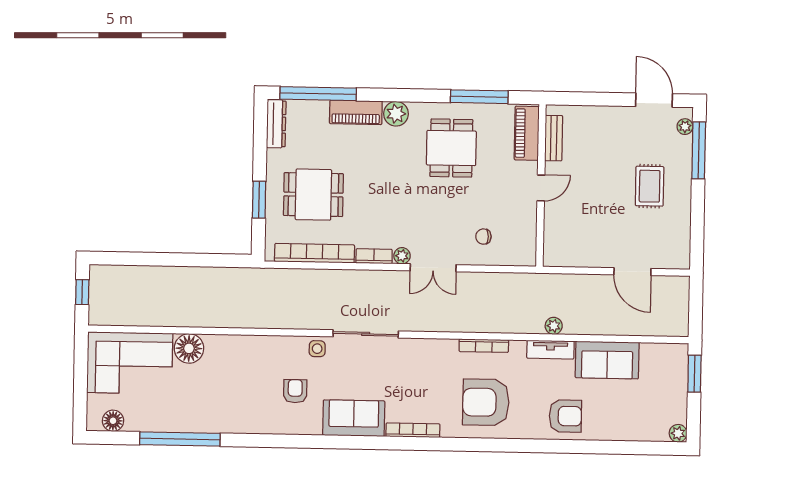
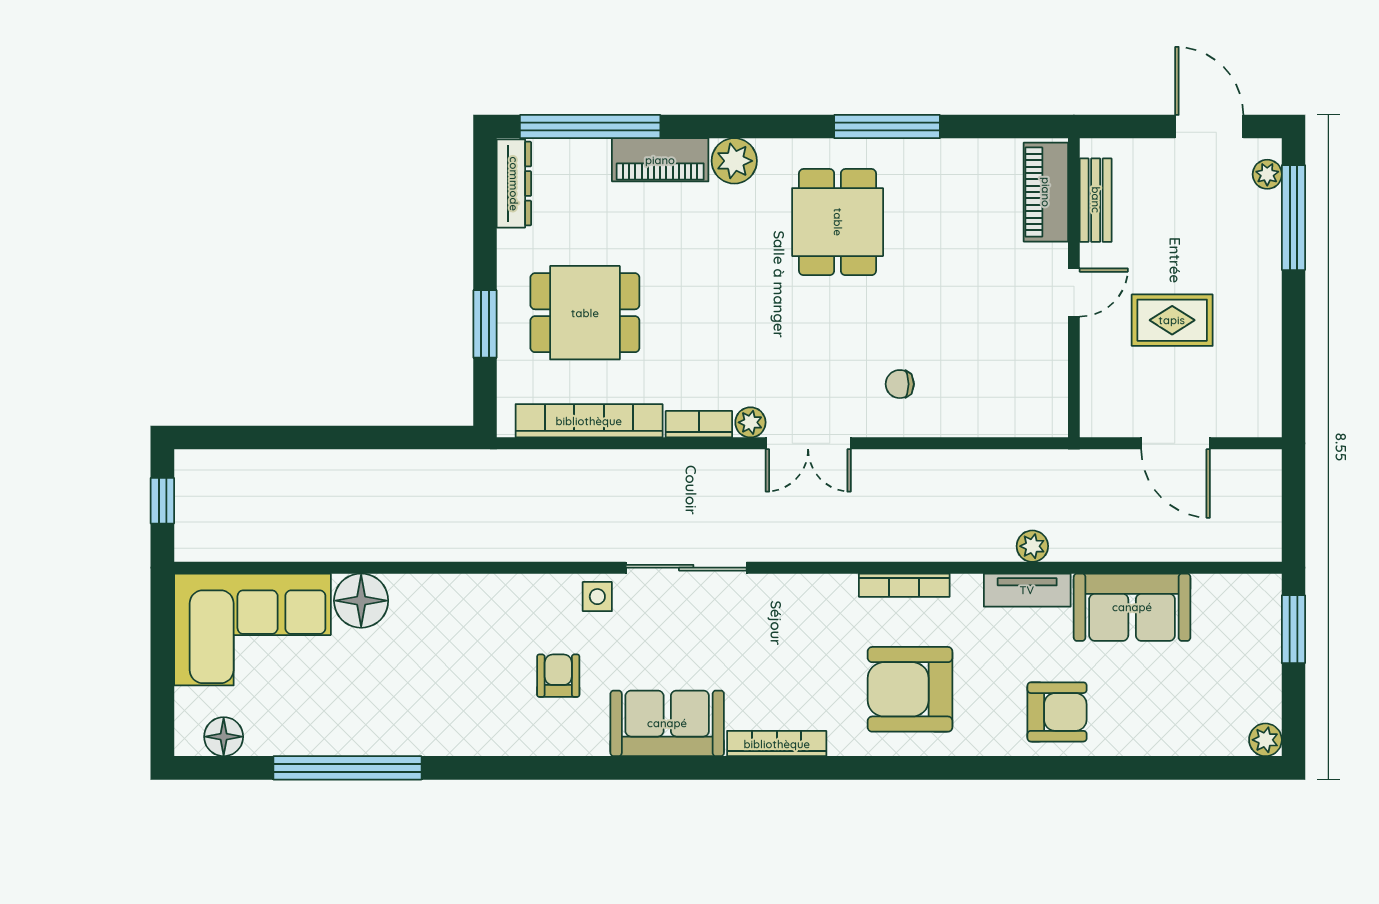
piano: (527, 133) -> (1046, 192), moved
bench: (554, 138) -> (1096, 200), moved
wall: (541, 185) -> (1074, 288), moved
rug: (650, 186) -> (1172, 320), moved, turned 90
door: (541, 188) -> (1074, 292), moved

